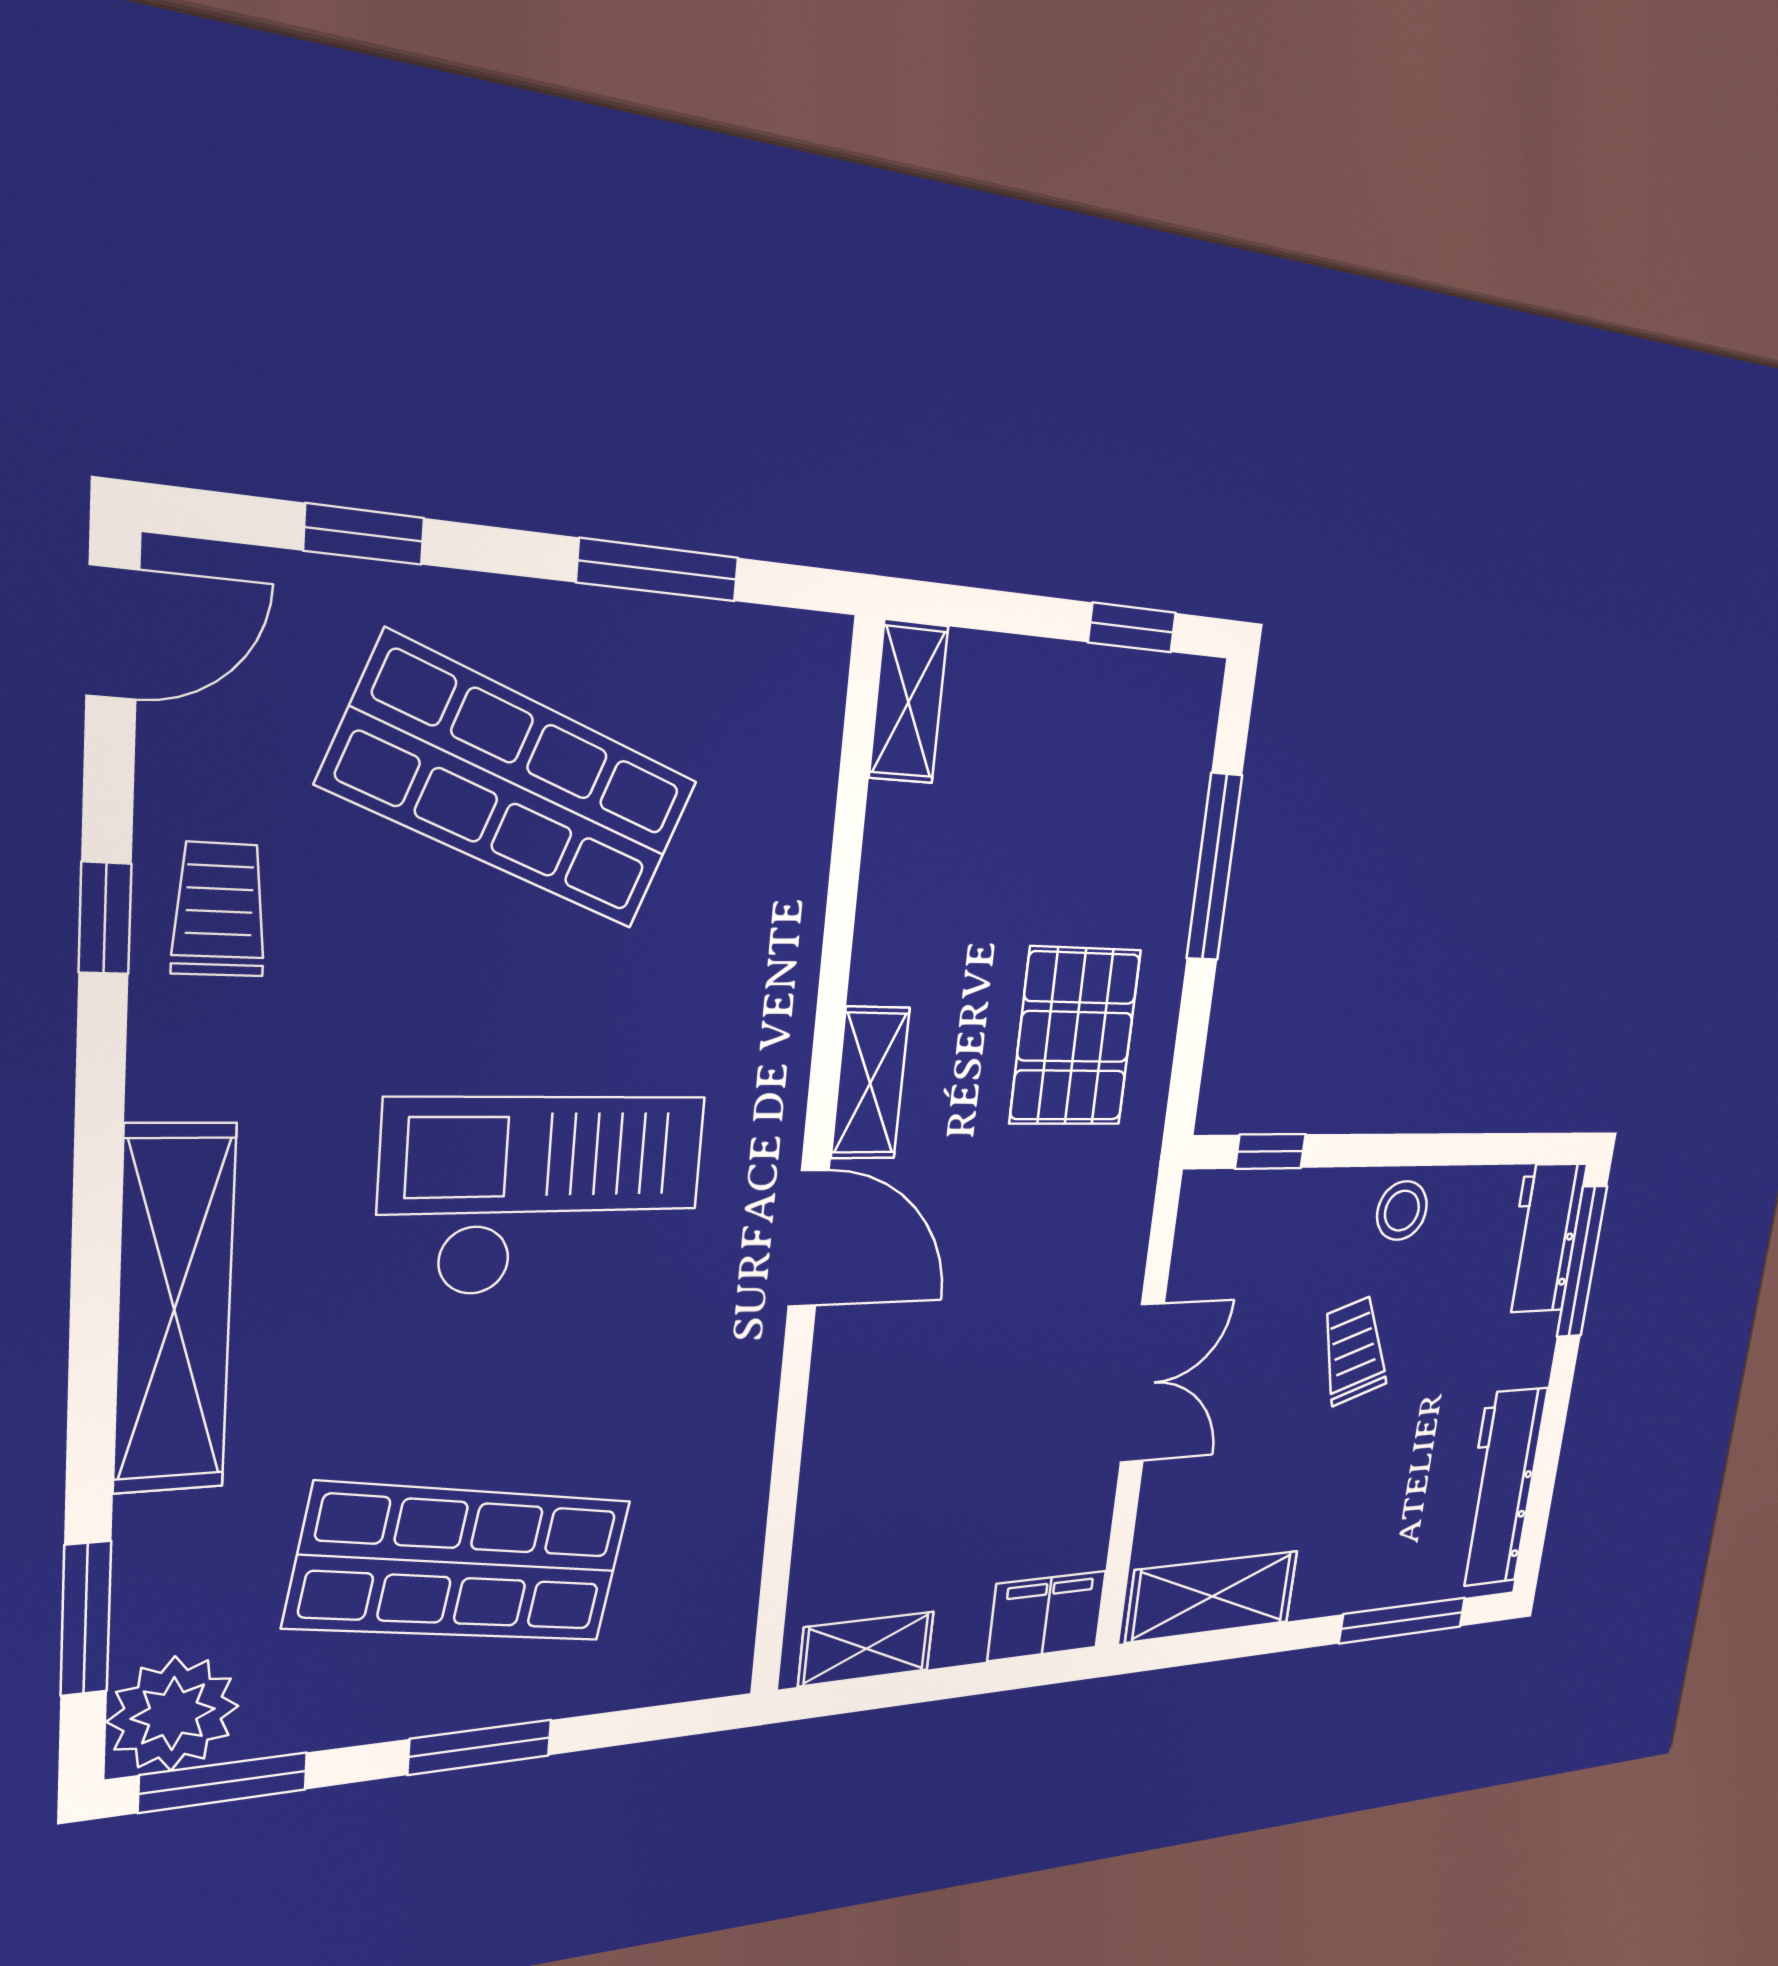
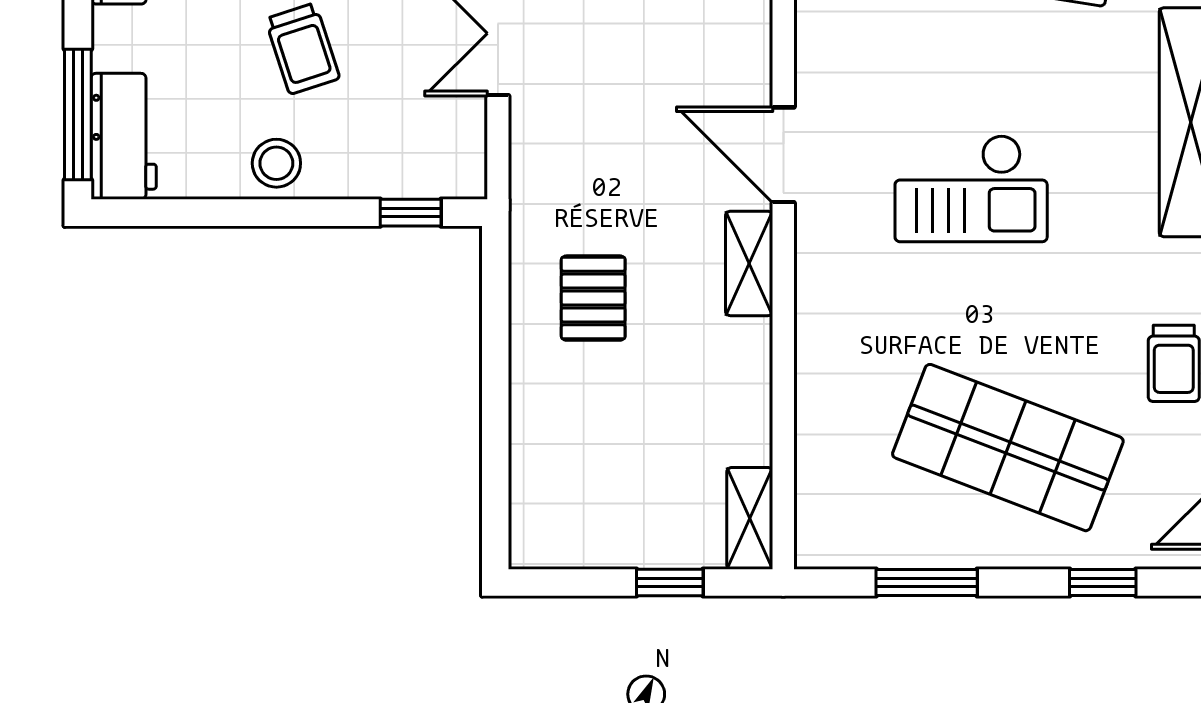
window: (1132, 628) -> (670, 582), moved
window: (1214, 867) -> (495, 423), removed
pallet: (1075, 1037) -> (593, 298), width x0.67, depth x0.71
checkout: (542, 1196) -> (971, 188), width x0.73, depth x0.83

